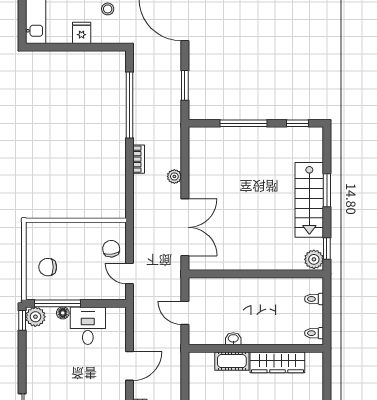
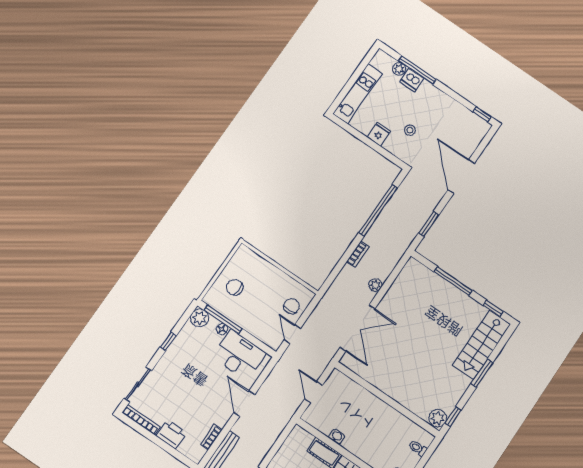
stairs: (309, 200) -> (482, 345), moved
window: (22, 320) -> (168, 341), moved
desk: (88, 326) -> (239, 355), width x1.37
door: (130, 366) -> (244, 404), swing flipped

